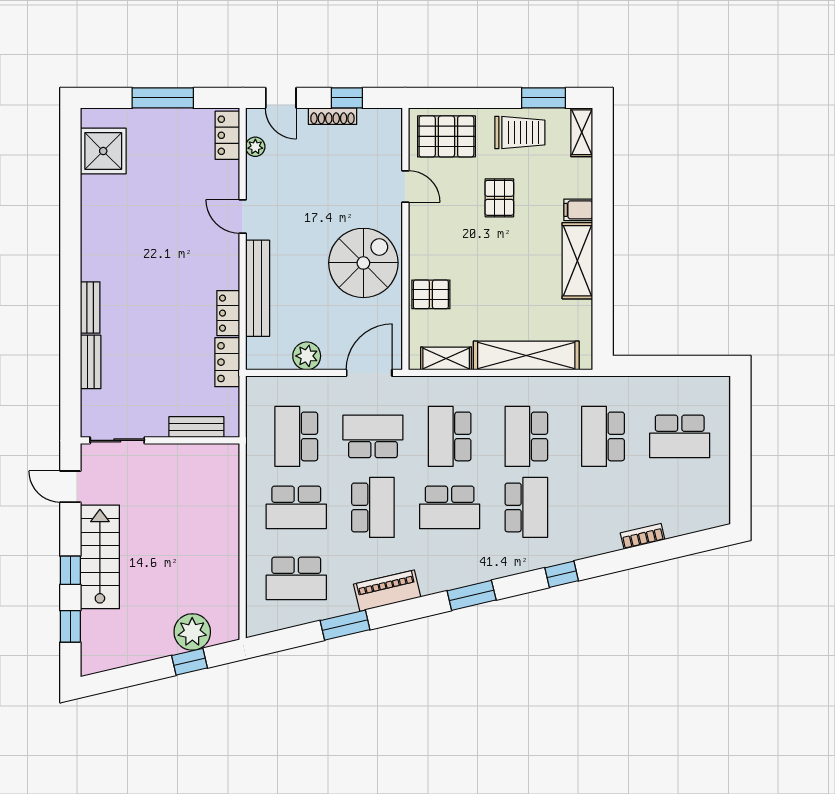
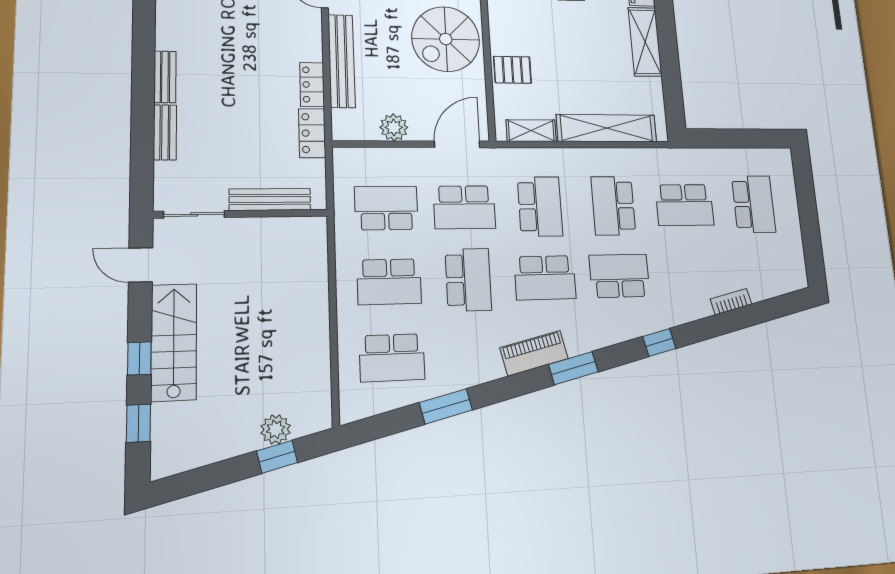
spiral stairs: (363, 263) -> (446, 39), turned 180
bench: (196, 427) -> (270, 199), width x1.36
school desk: (296, 436) -> (386, 208), turned 90
school desk: (373, 436) -> (464, 207), turned 180
school desk: (450, 436) -> (540, 206), turned 180
school desk: (603, 436) -> (685, 205), turned -90
school desk: (680, 436) -> (754, 204), turned -90
school desk: (526, 507) -> (619, 276), turned -90
piano: (387, 591) -> (534, 353), moved
plant: (192, 632) -> (276, 429), width x0.73, depth x0.73

